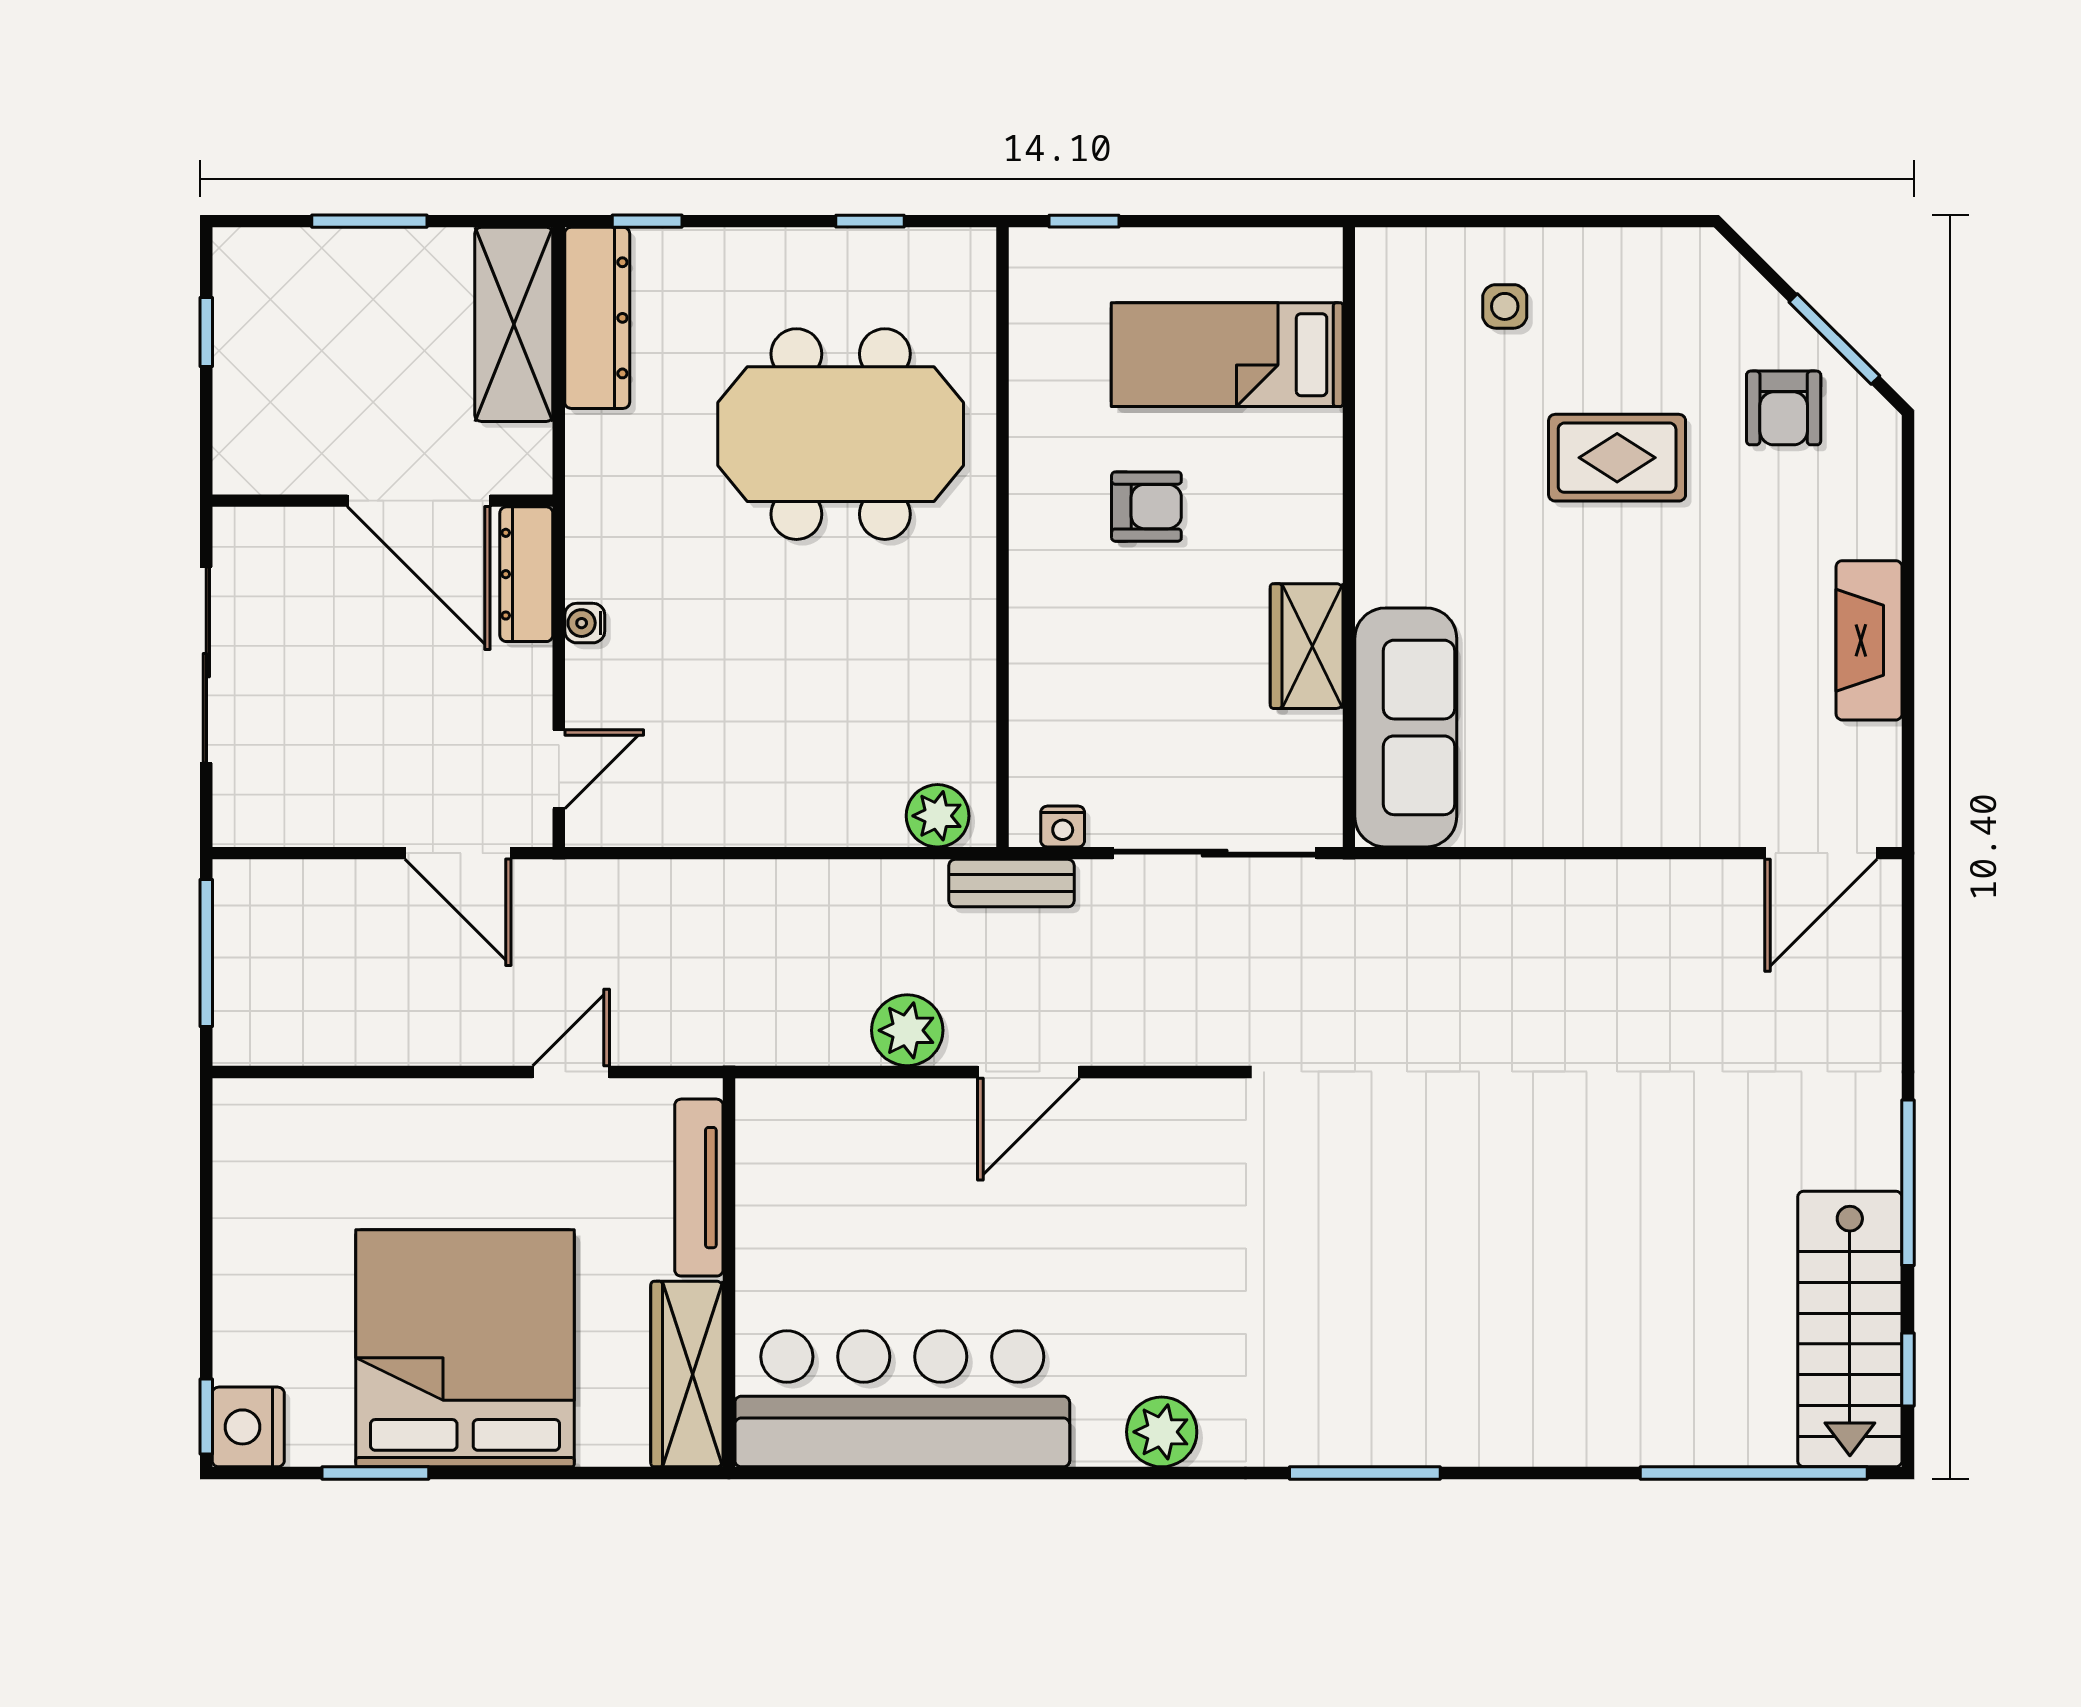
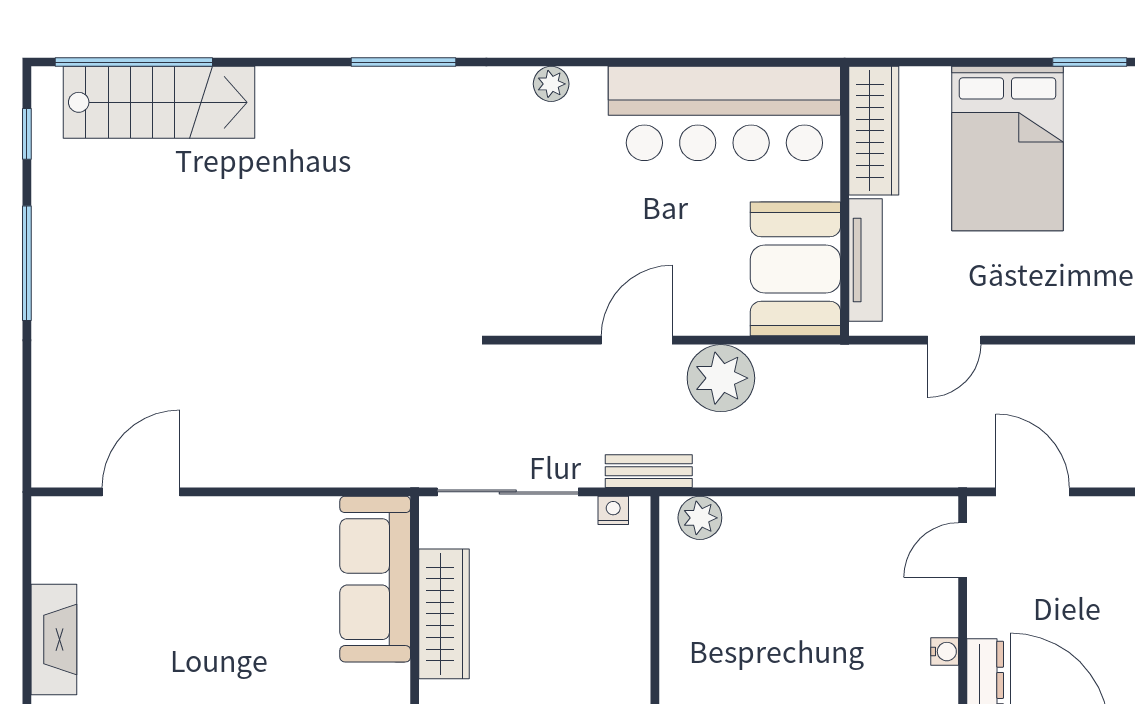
wardrobe: (1307, 646) -> (444, 614), width x1.50
door: (1821, 853) -> (141, 492), moved
plant: (907, 1030) -> (721, 378), width x1.36, depth x1.36
booth: (800, 1175) -> (795, 269), added
stairs: (1850, 1329) -> (159, 102), moved, turned 90
bed: (465, 1348) -> (1007, 149), width x0.73
plant: (1162, 1432) -> (551, 84), width x0.73, depth x0.73

